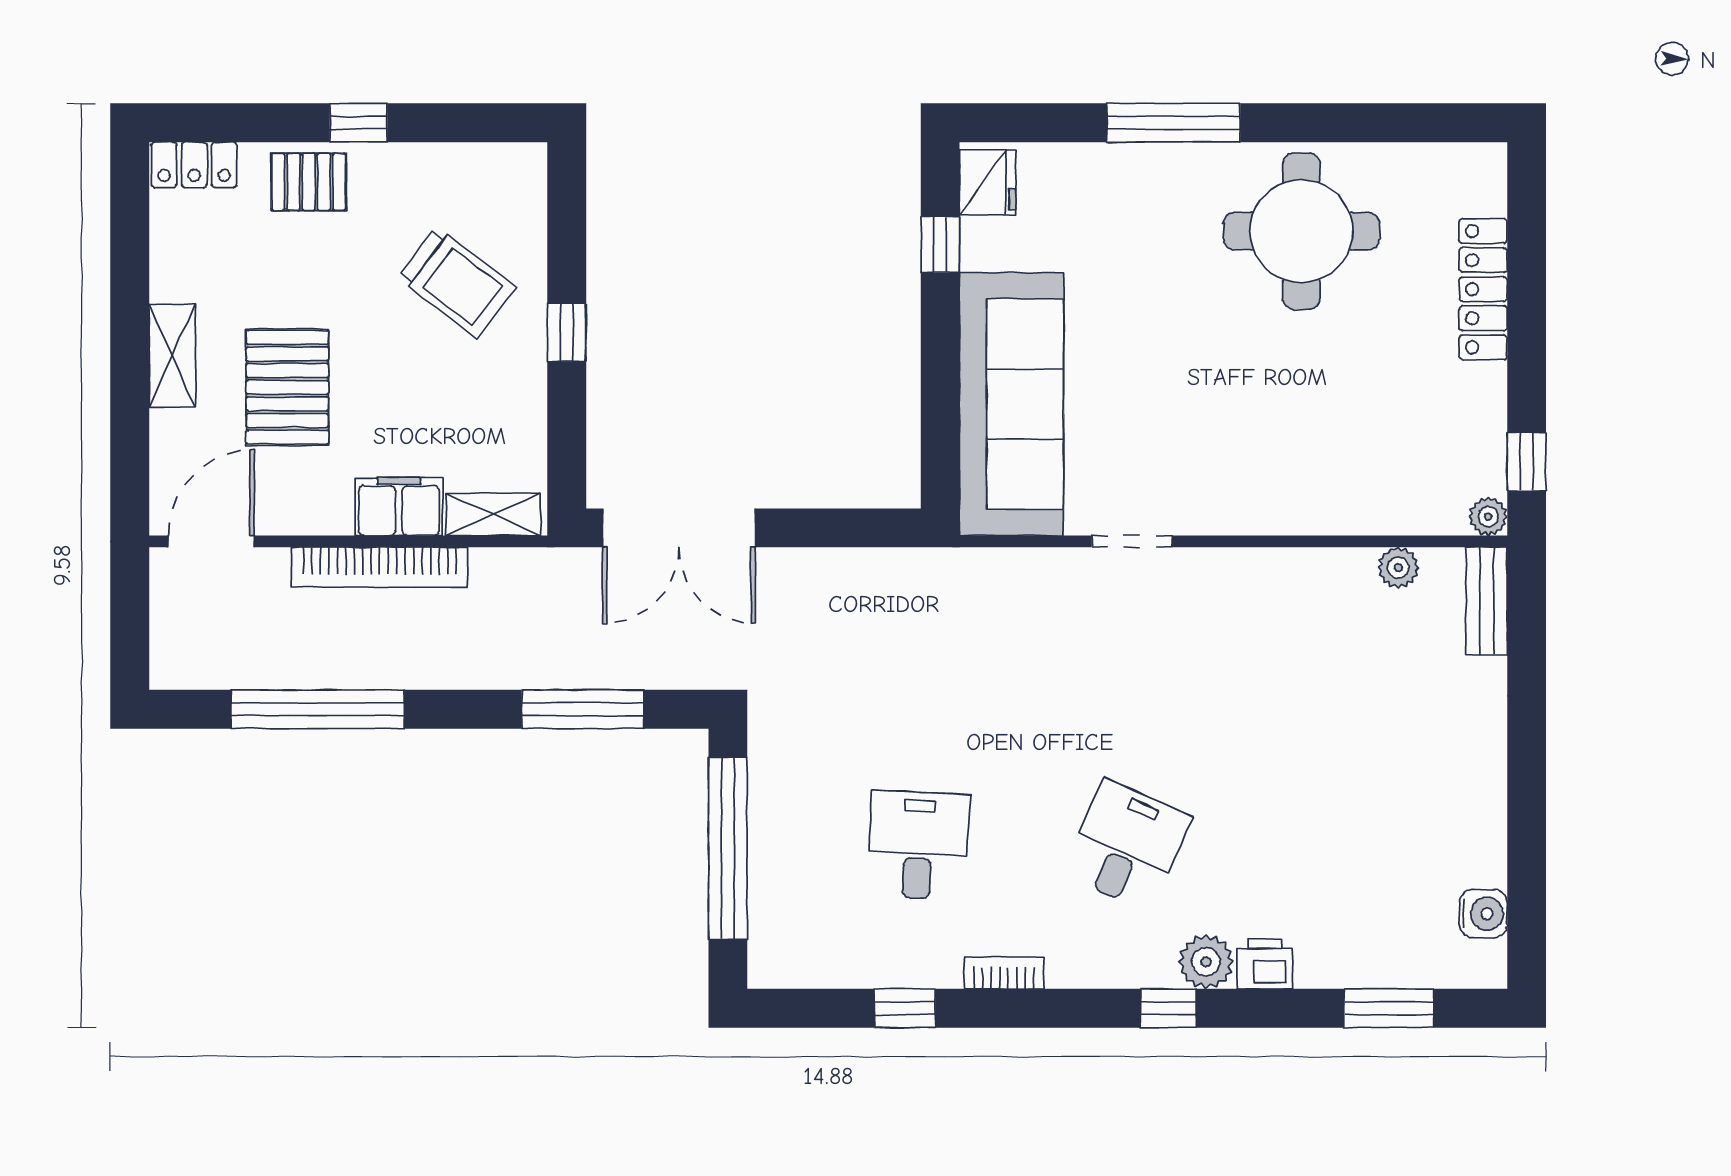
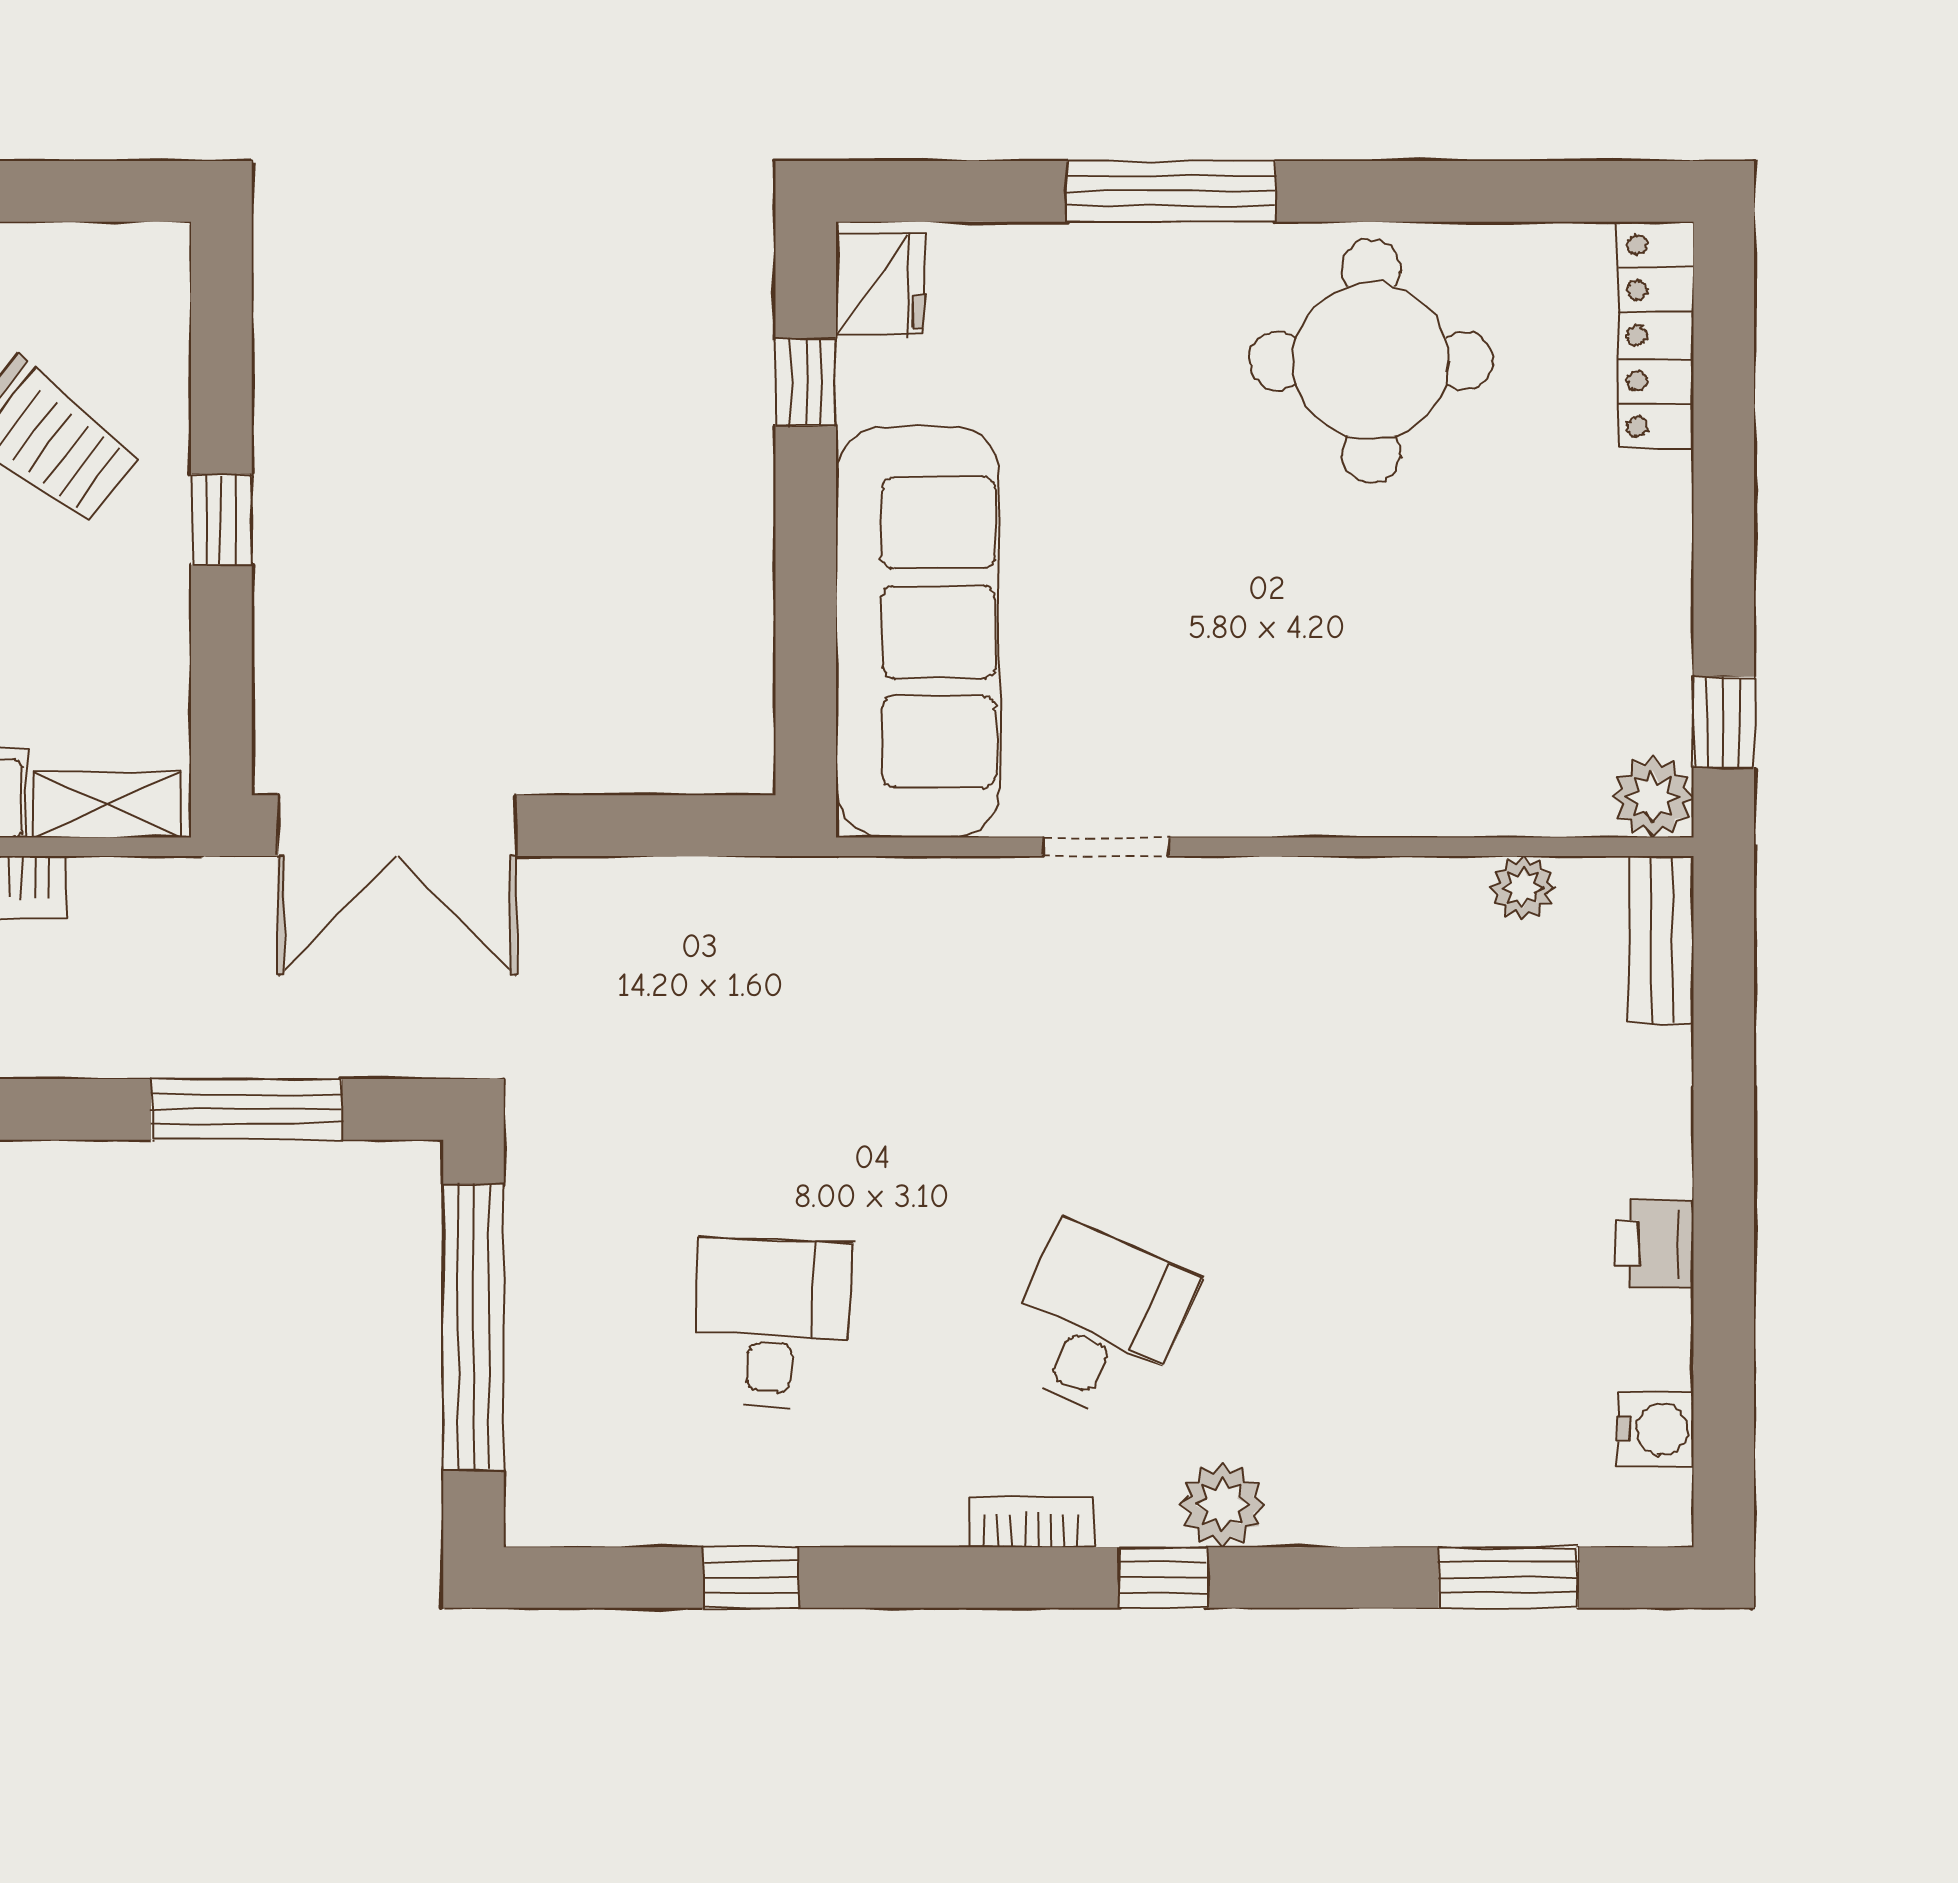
locker: (1483, 289) -> (1656, 335), moved
plant: (1488, 517) -> (1653, 797), width x1.38, depth x1.38
printer: (1265, 964) -> (1654, 1243), moved, turned -90
bookcase: (1004, 973) -> (1032, 1522), moved

